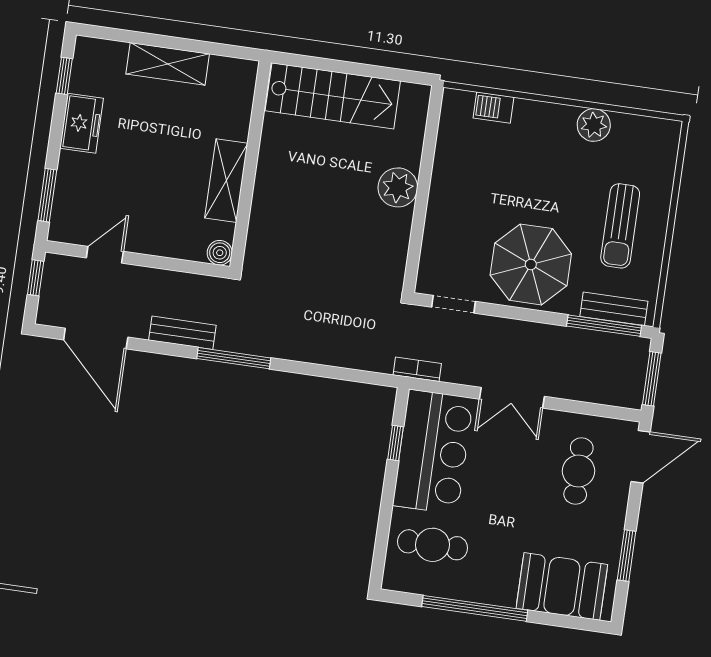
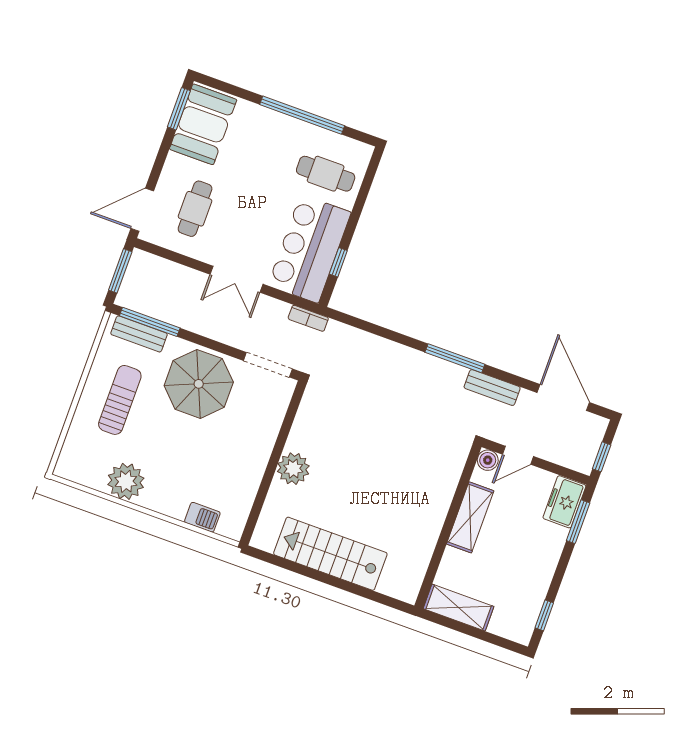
freezer: (82, 123) -> (564, 502), moved
plant: (594, 125) -> (126, 481), width x1.36, depth x1.36
wall: (250, 165) -> (448, 526), moved
shelving: (226, 181) -> (470, 517), moved
boiler: (220, 253) -> (488, 460), moved
door: (105, 255) -> (518, 455), moved
doorway: (453, 304) -> (268, 365), width x1.38
double door: (512, 398) -> (237, 279), swing flipped
window: (627, 556) -> (179, 109), moved
booth: (562, 586) -> (203, 124), moved, turned 90

